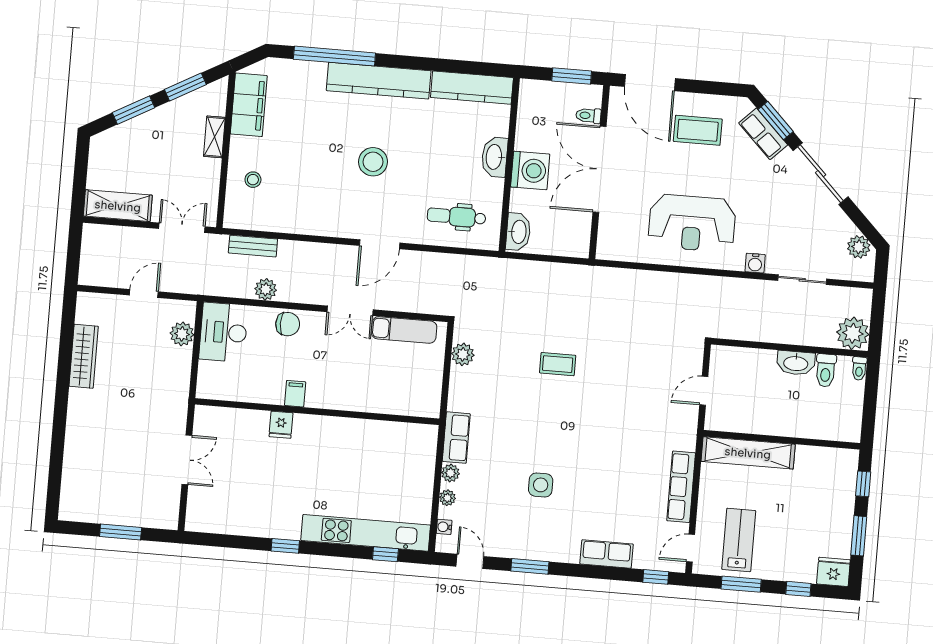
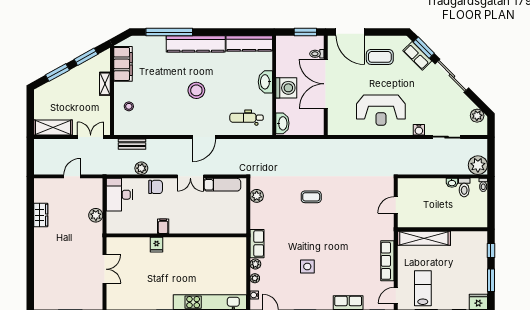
plant: (182, 334) -> (96, 215), moved
wardrobe: (84, 356) -> (41, 215), width x0.67
washbasin: (796, 363) -> (452, 183), width x0.52, depth x0.69

